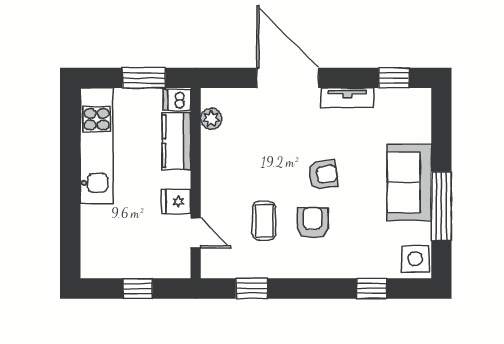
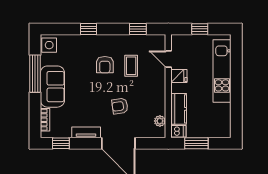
bookcase: (423, 121) -> (45, 120), added
kitchen unit: (97, 146) -> (222, 71), moved
armchair: (323, 175) -> (120, 106), moved
window: (372, 288) -> (89, 29), moved

